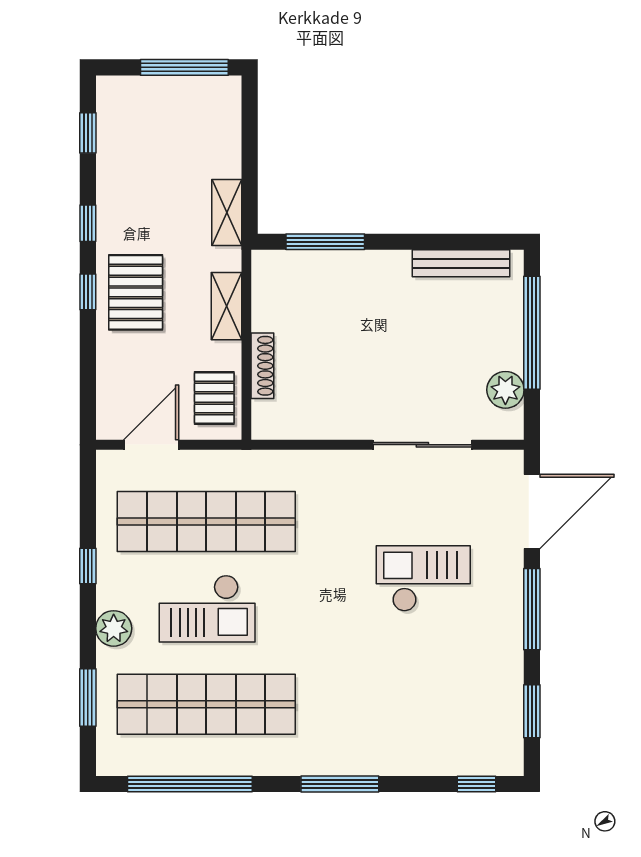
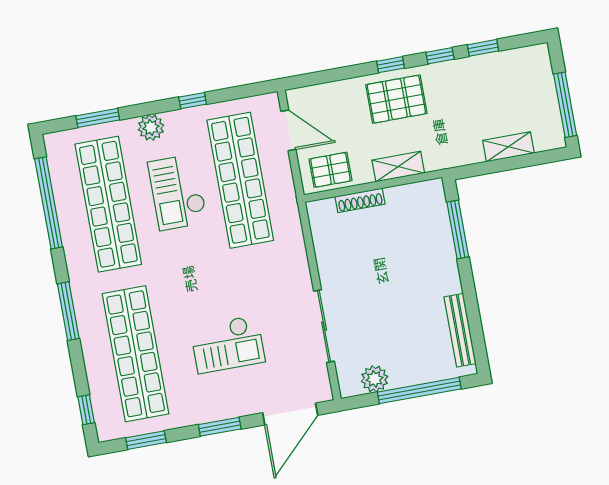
window: (88, 133) -> (483, 48), moved
shelving: (227, 212) -> (508, 147), moved
door: (532, 511) -> (290, 414), hinge flipped
checkout: (423, 579) -> (228, 344), turned 90
window: (532, 609) -> (220, 427), width x0.69
shop shelf: (413, 704) -> (136, 354), added

